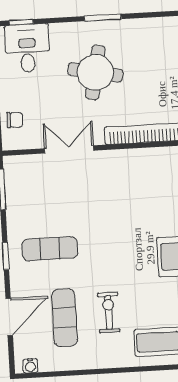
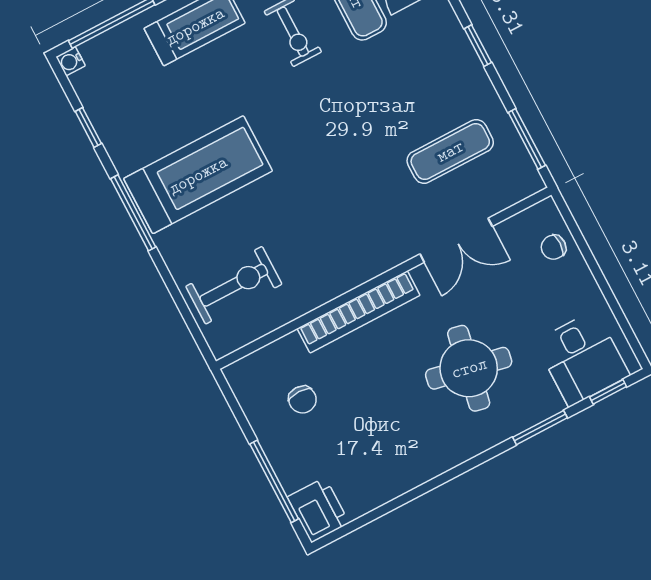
window: (103, 18) -> (540, 428), moved
exercise mat: (50, 249) -> (450, 151), moved

